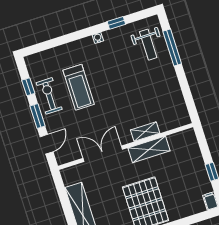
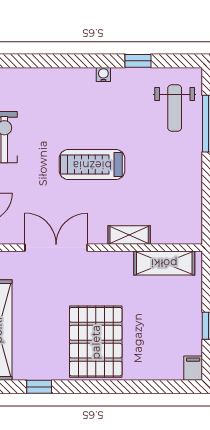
treadmill: (79, 87) -> (92, 165), moved, turned 90
shelving: (149, 149) -> (164, 263), moved

